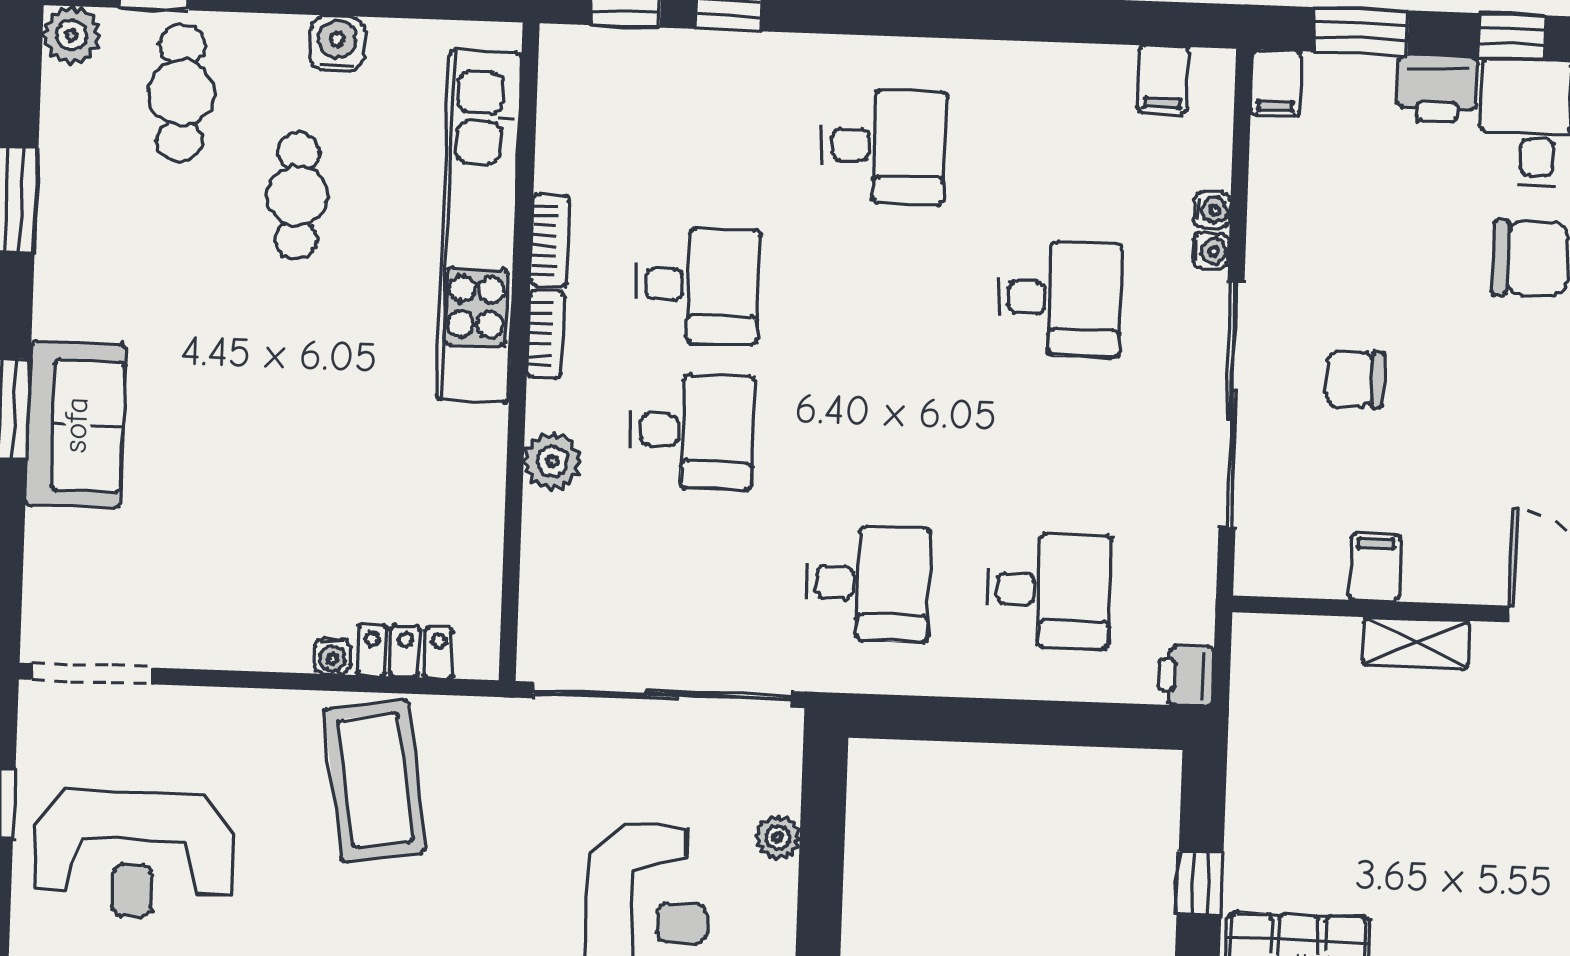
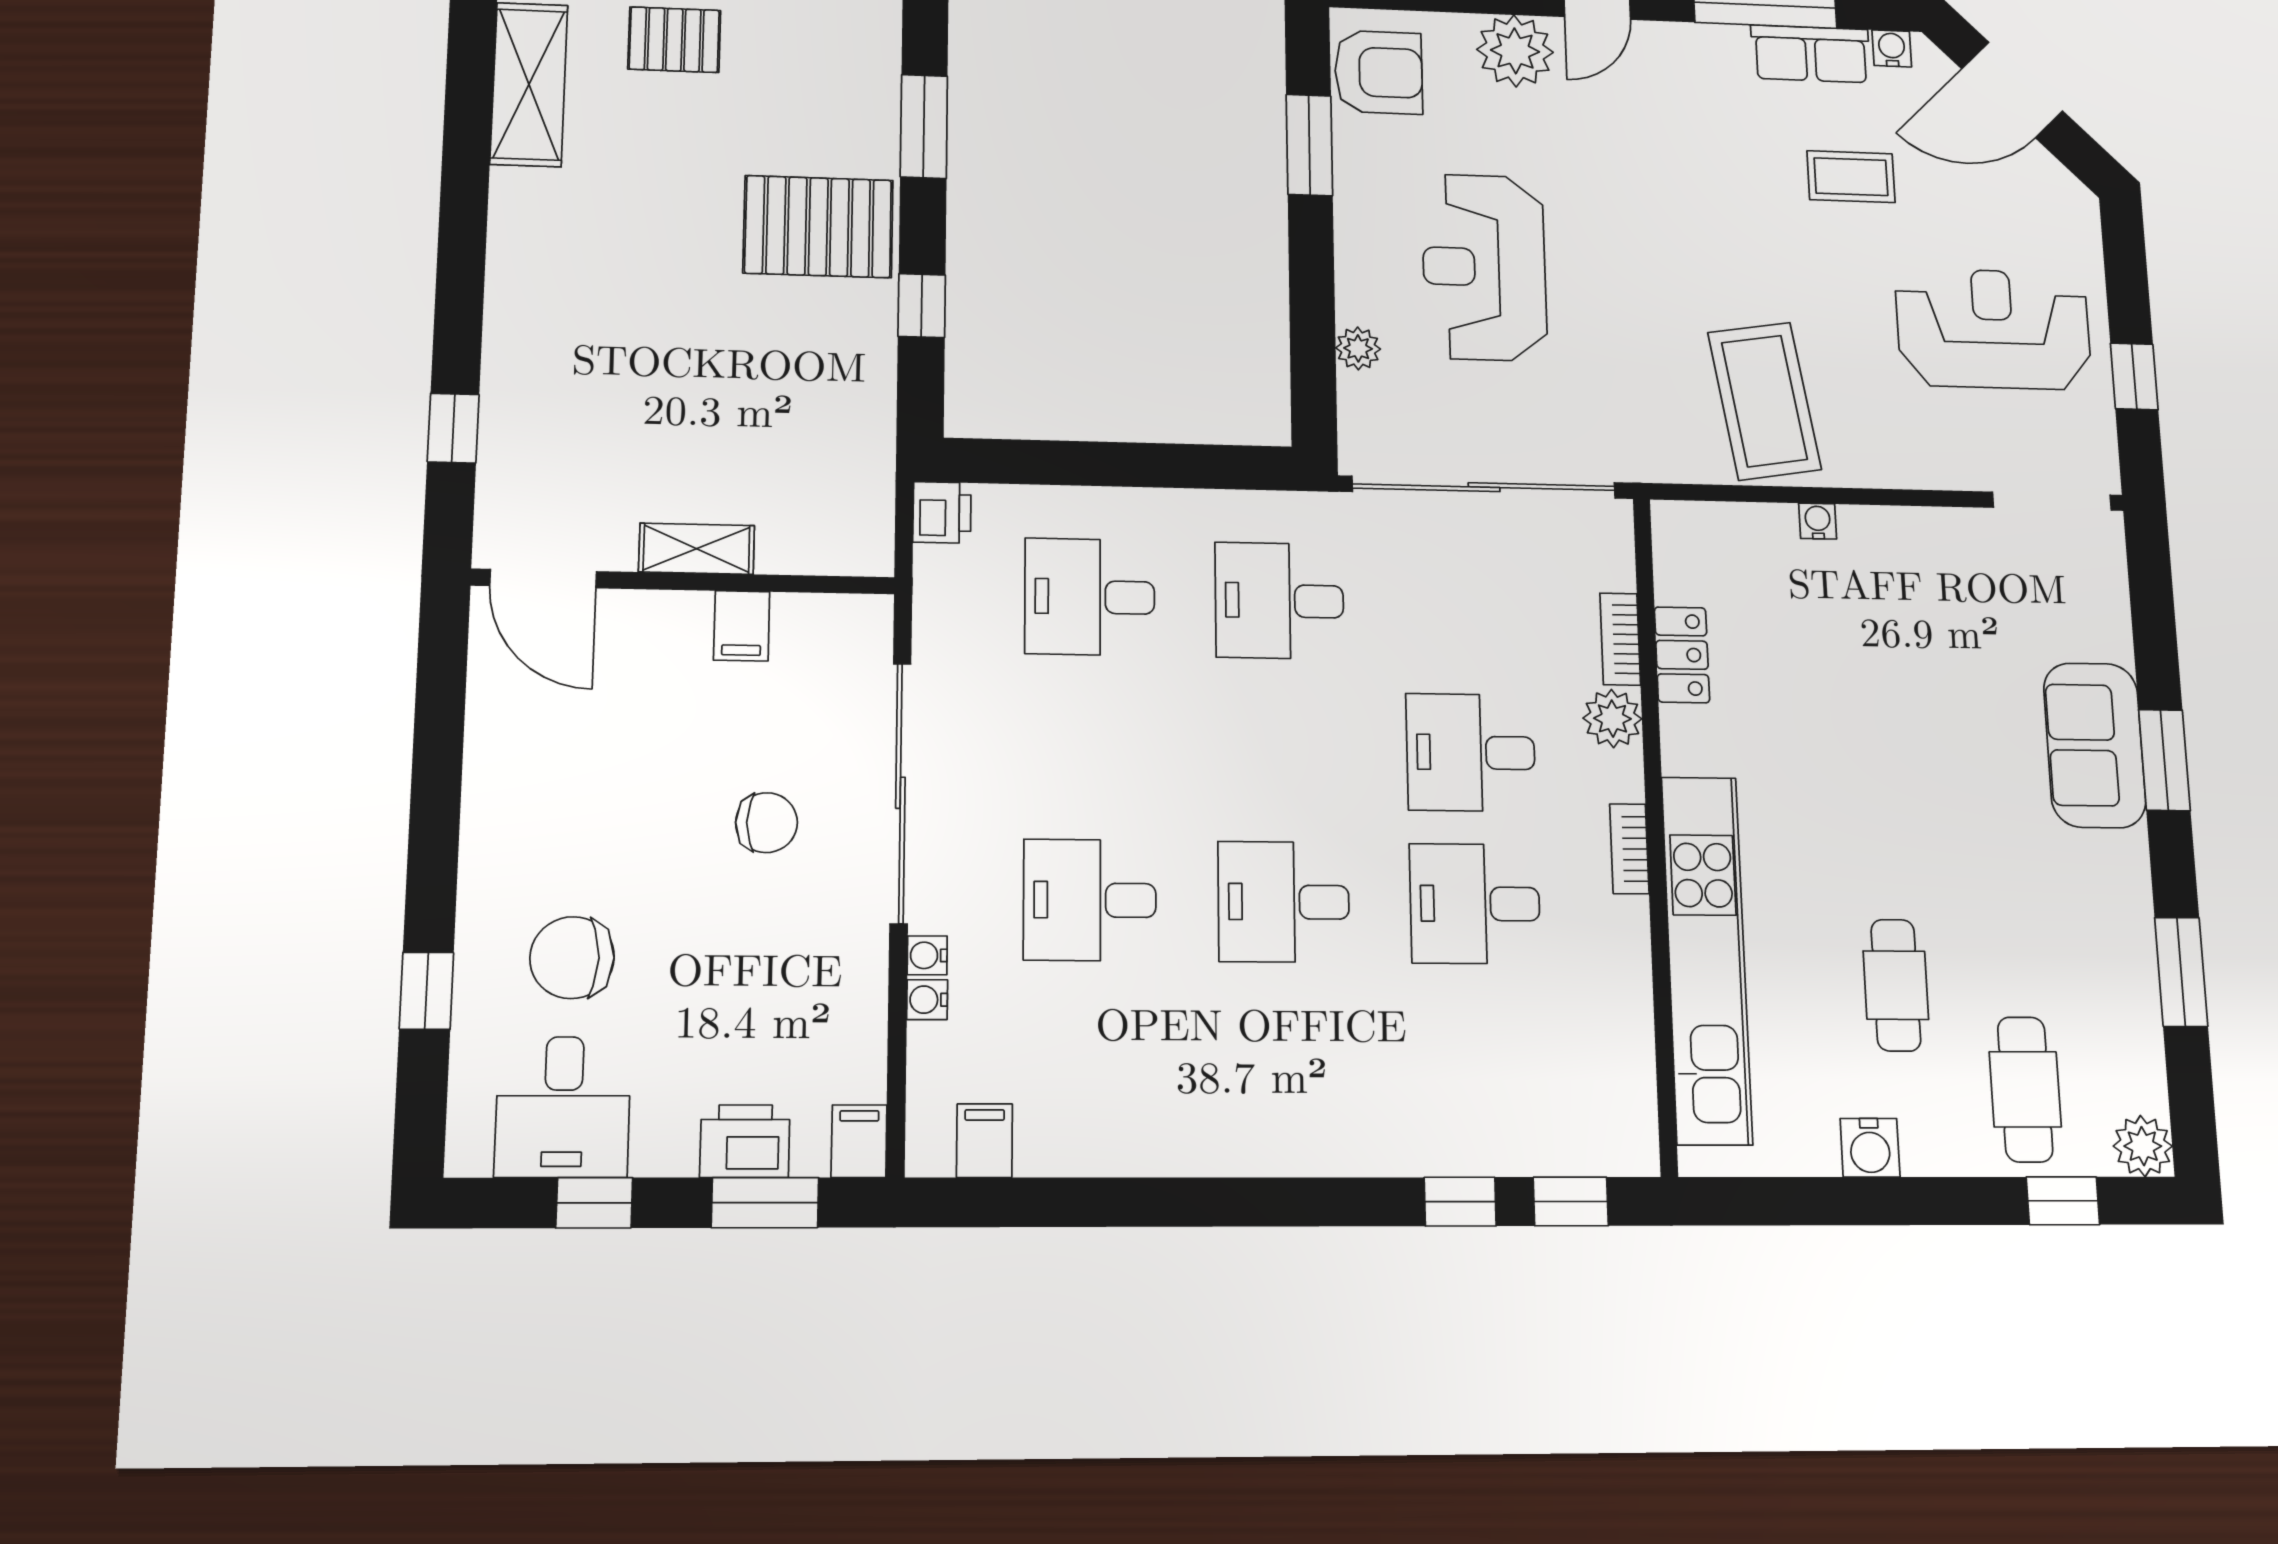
printer: (1437, 89) -> (745, 1141), moved
desk: (884, 146) -> (1284, 902), moved
bookcase: (550, 241) -> (1620, 639), moved
locker: (405, 652) -> (1682, 655), moved, turned -90

